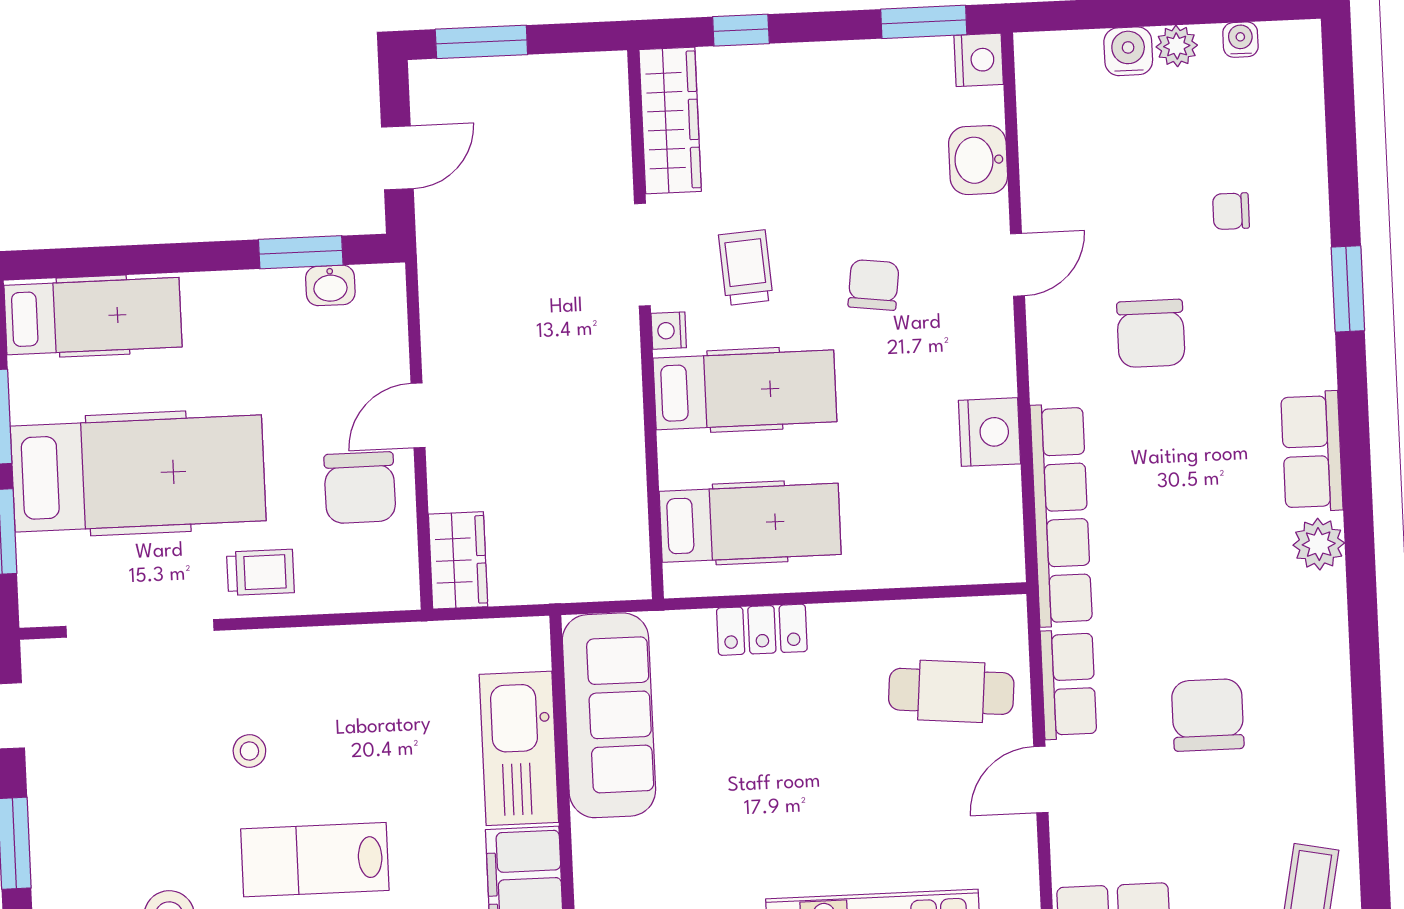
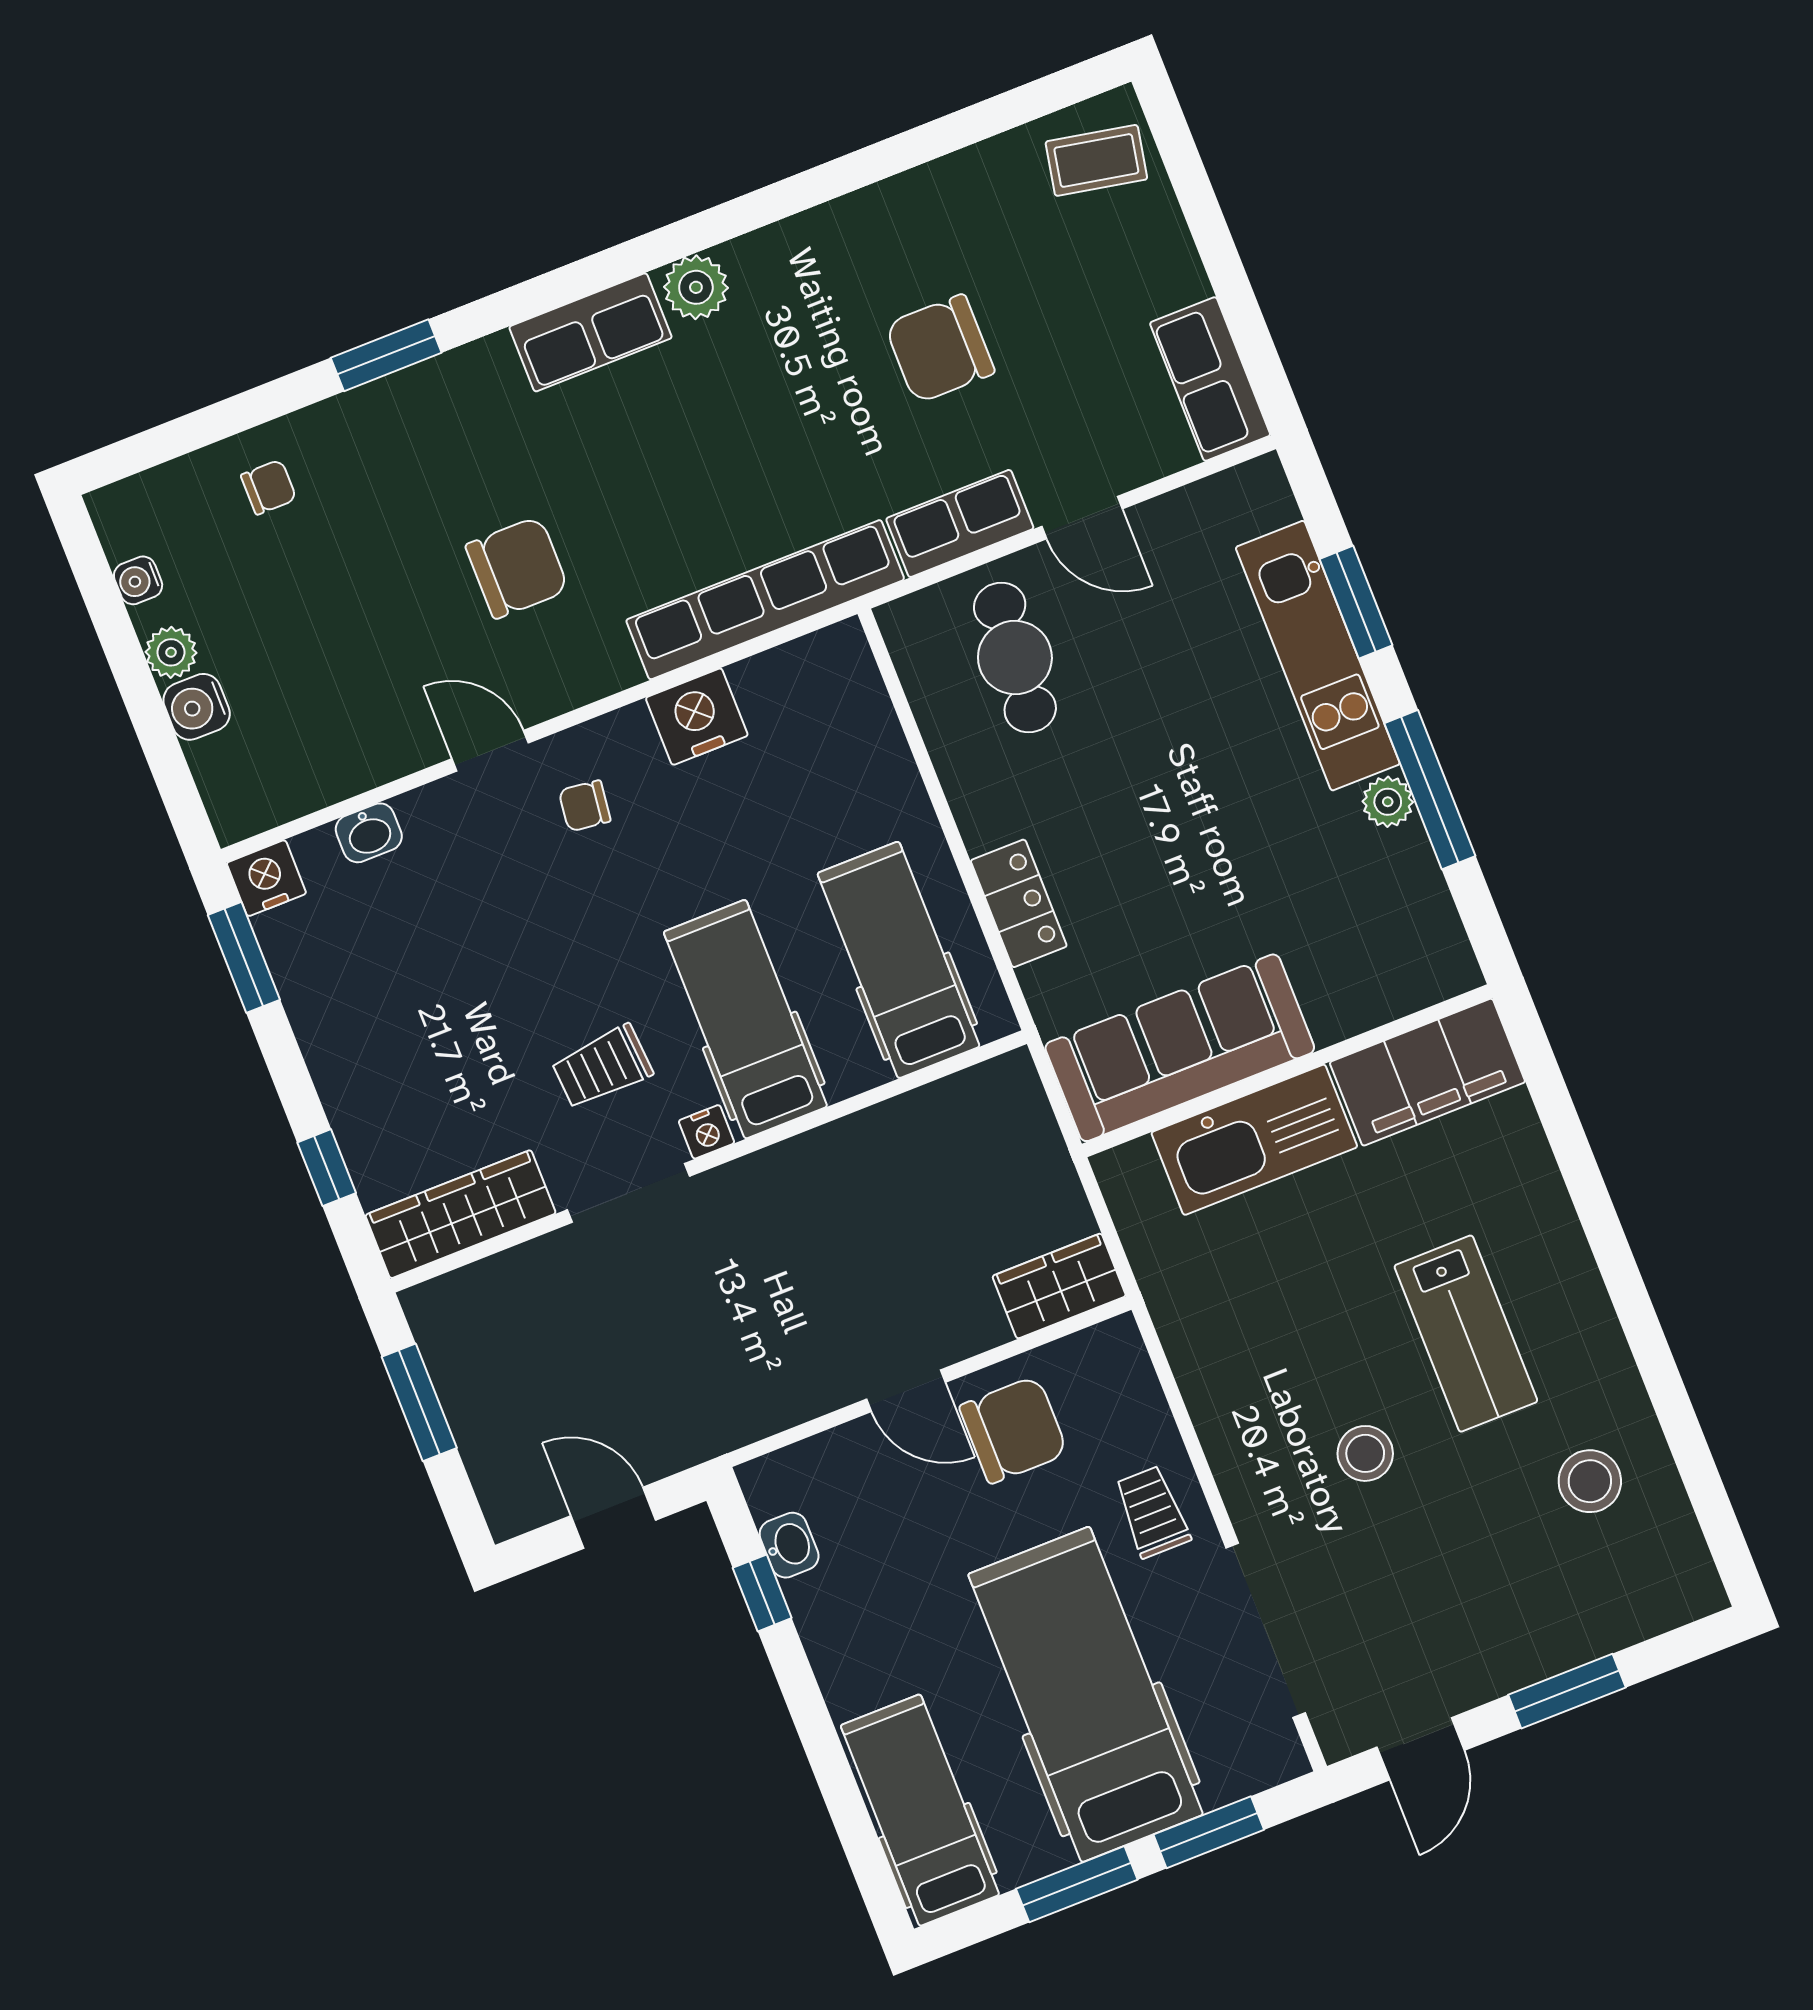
window: (481, 42) -> (419, 1402), moved
washbasin: (978, 160) -> (369, 833), width x0.72, depth x0.69
chair: (1231, 211) -> (269, 487), moved, turned -90
window: (301, 252) -> (762, 1593), width x0.67
chair: (874, 285) -> (585, 806), moved, width x0.73, depth x0.73
stool: (249, 751) -> (1365, 1453), width x1.37, depth x1.37

